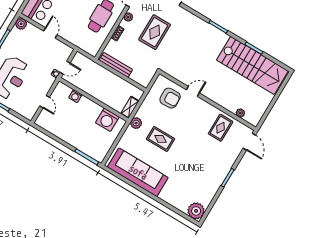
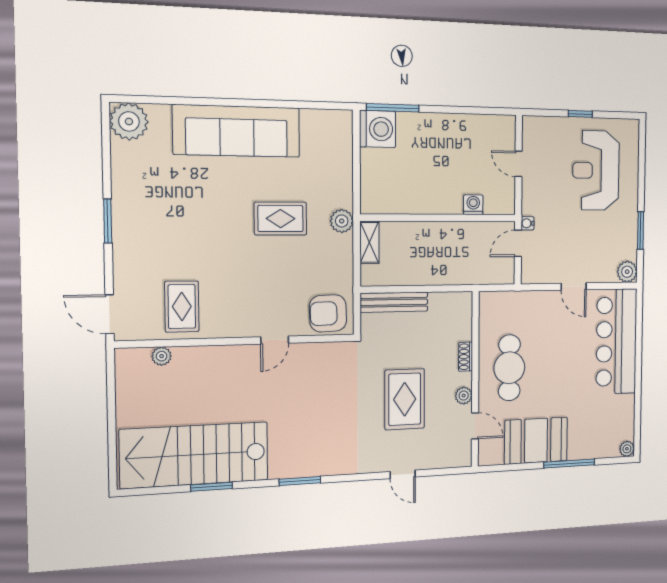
bench: (116, 65) -> (394, 302), moved
armchair: (170, 98) -> (328, 313), moved
washing machine: (107, 120) -> (378, 129), moved, turned 90
sofa: (138, 172) -> (237, 131), moved

